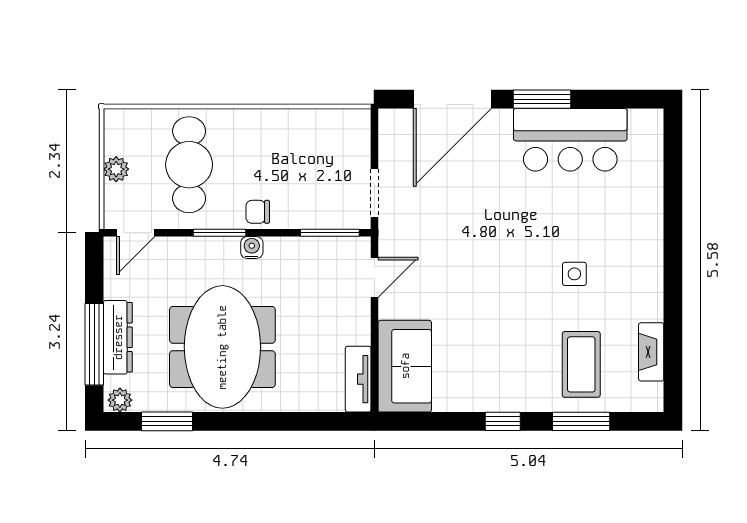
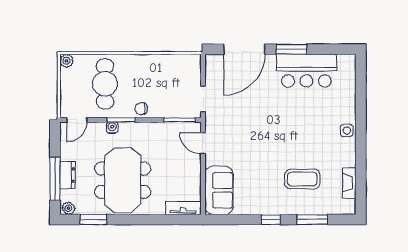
plant: (116, 169) -> (67, 61), moved
water cooler: (252, 247) -> (112, 128), moved
side table: (574, 274) -> (347, 130), moved
door: (374, 277) -> (203, 143), swing flipped
dresser: (118, 337) -> (67, 175), width x0.70
coffee table: (581, 364) -> (302, 179), moved, turned 90
tv unit: (358, 379) -> (183, 208), moved, turned 90

